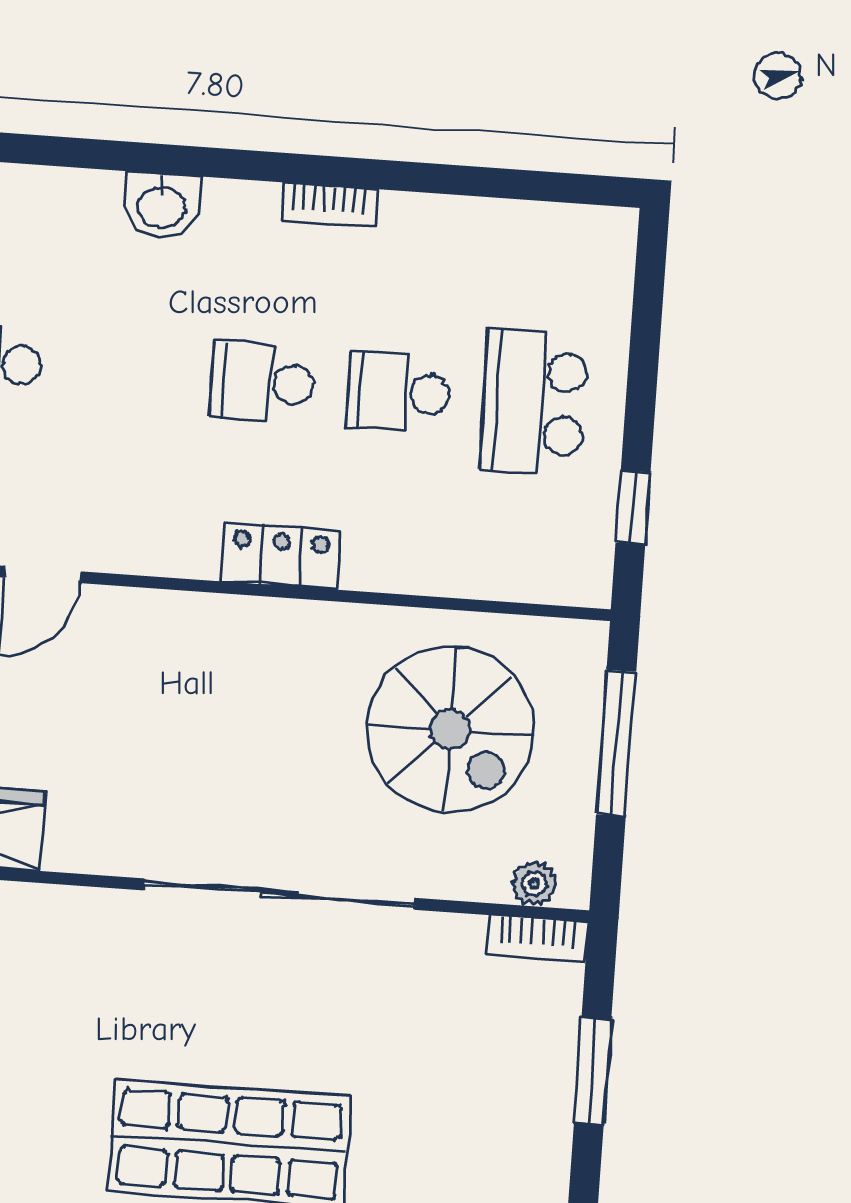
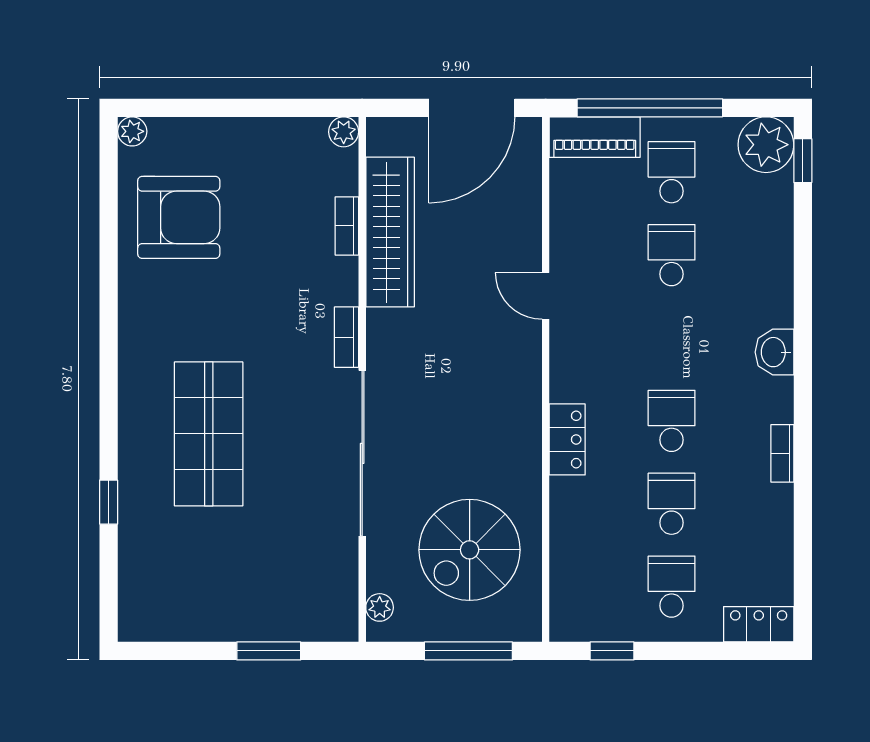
locker: (606, 263) -> (759, 624), added
school desk: (534, 402) -> (672, 587), width x0.54
bookcase: (537, 938) -> (347, 337), moved

